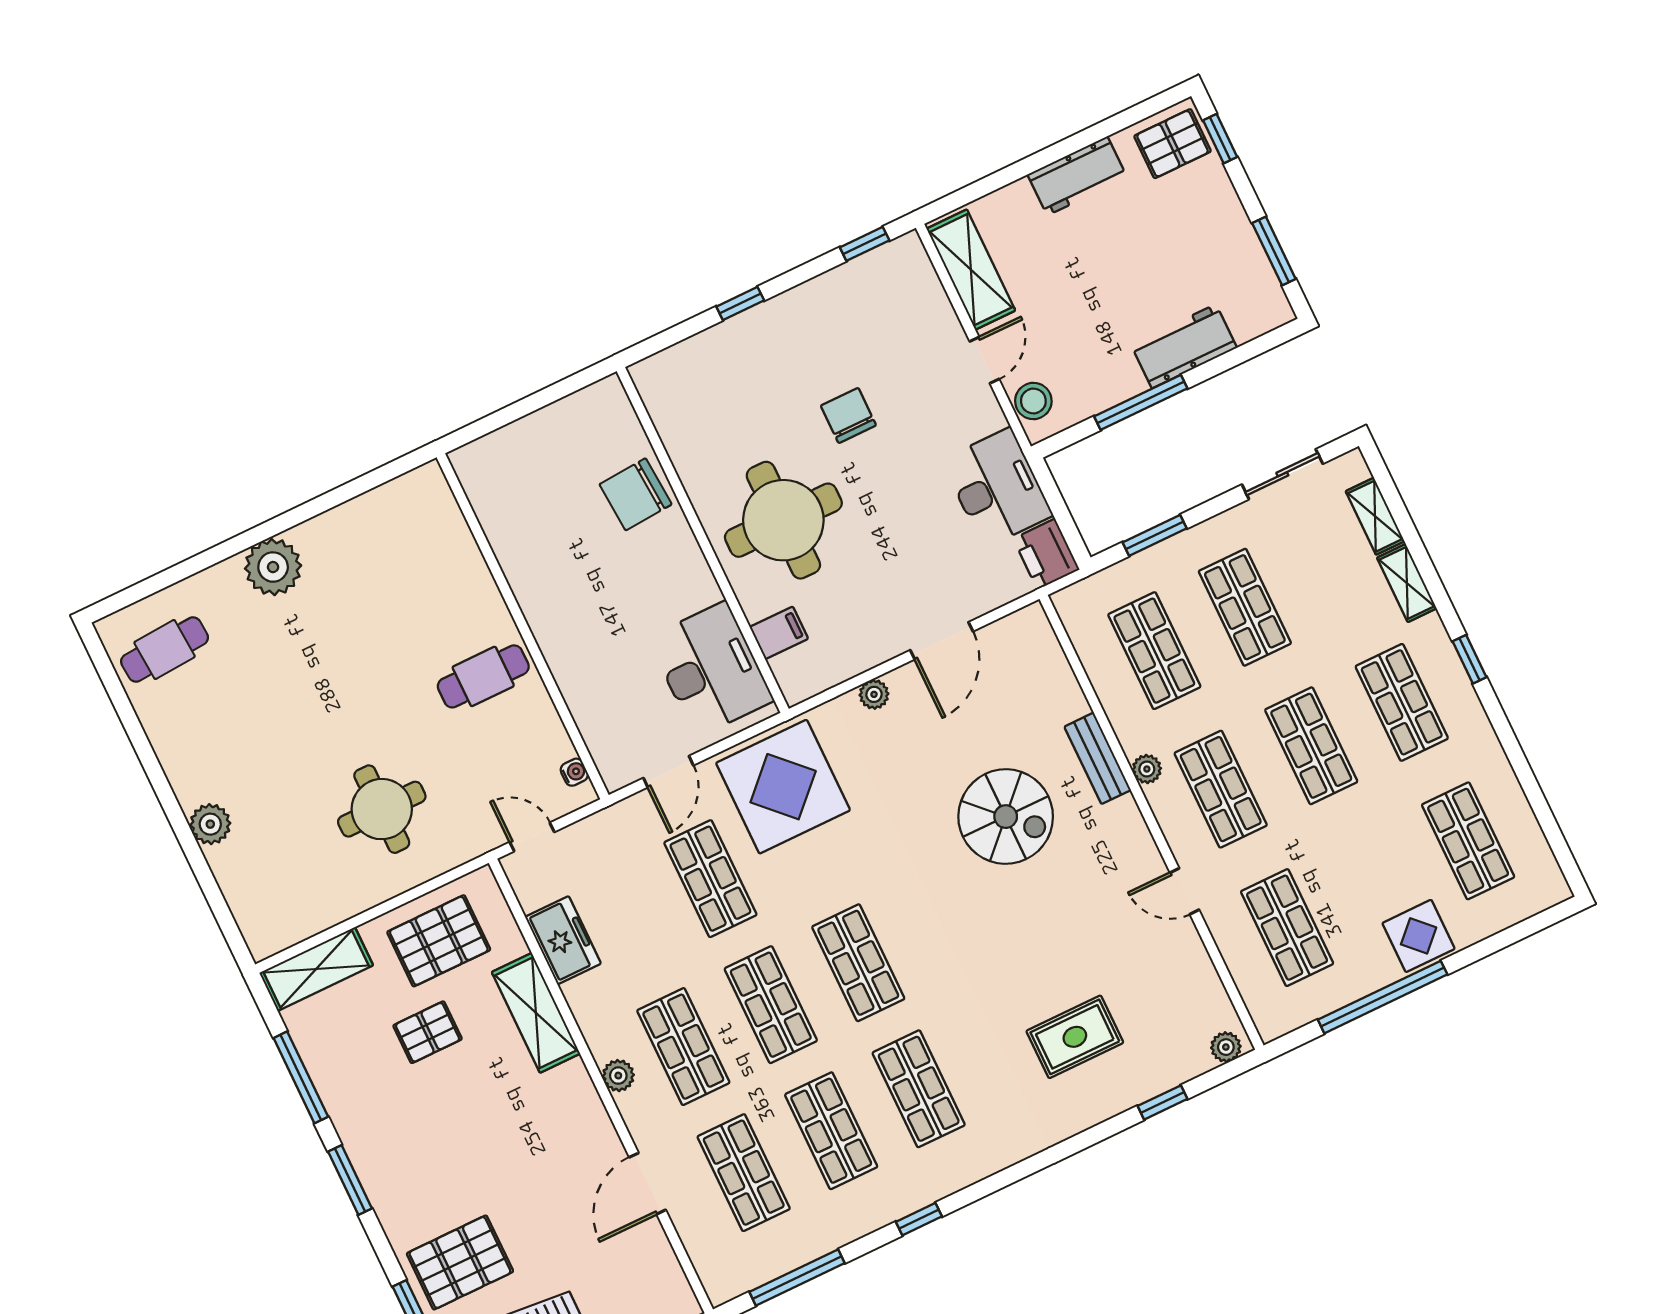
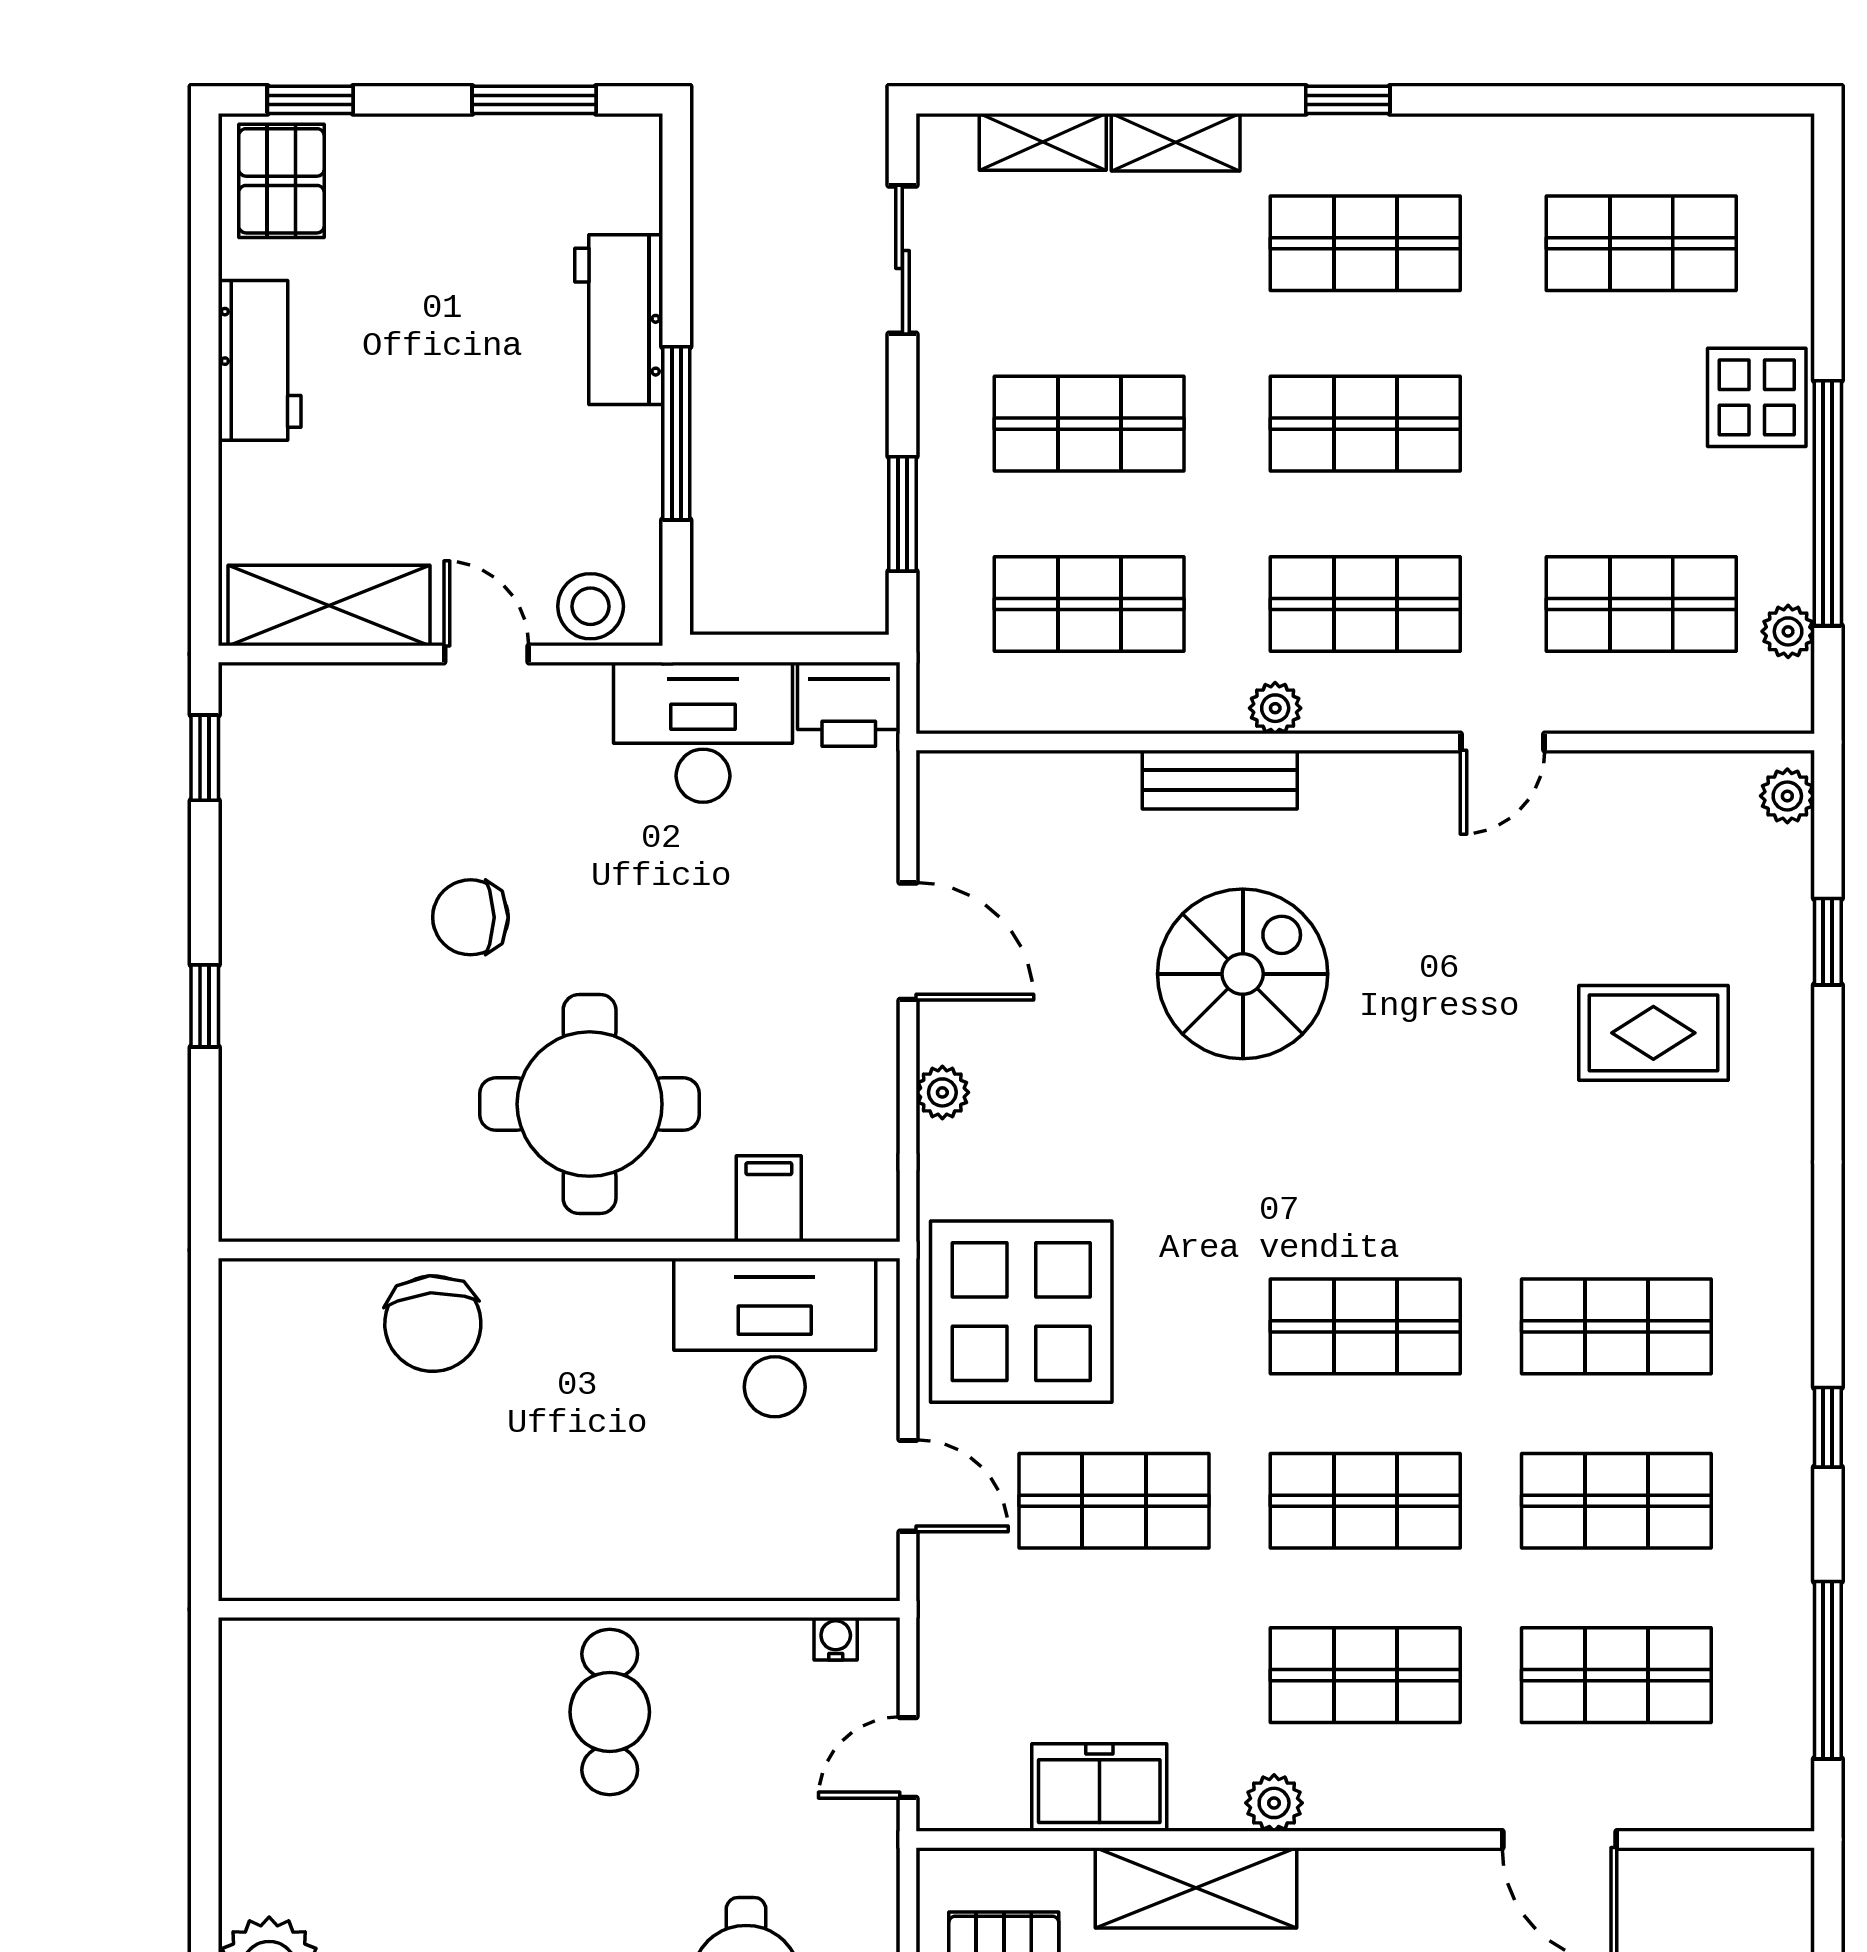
plant: (1309, 1008) -> (1788, 631), added
rug: (1075, 1037) -> (1653, 1033), turned 90
plant: (618, 1076) -> (1274, 1803), moved

